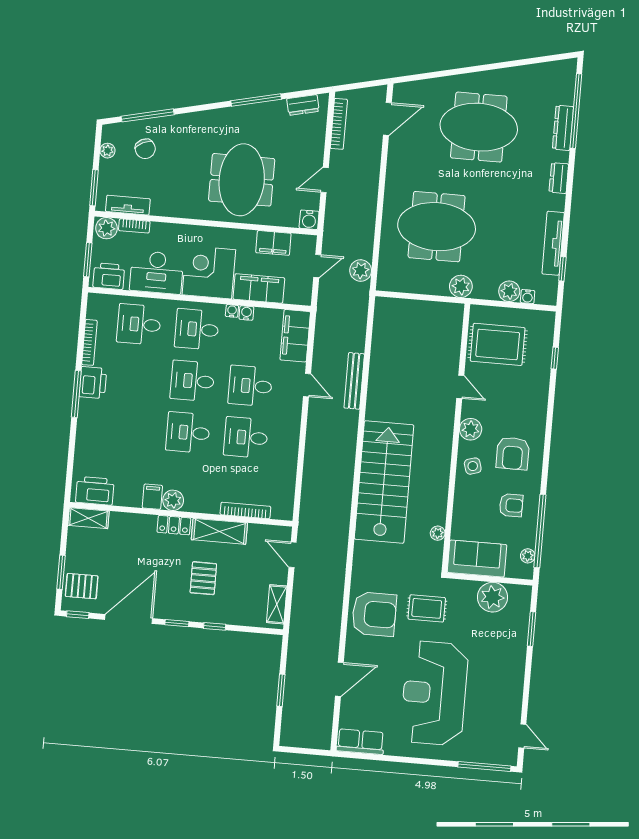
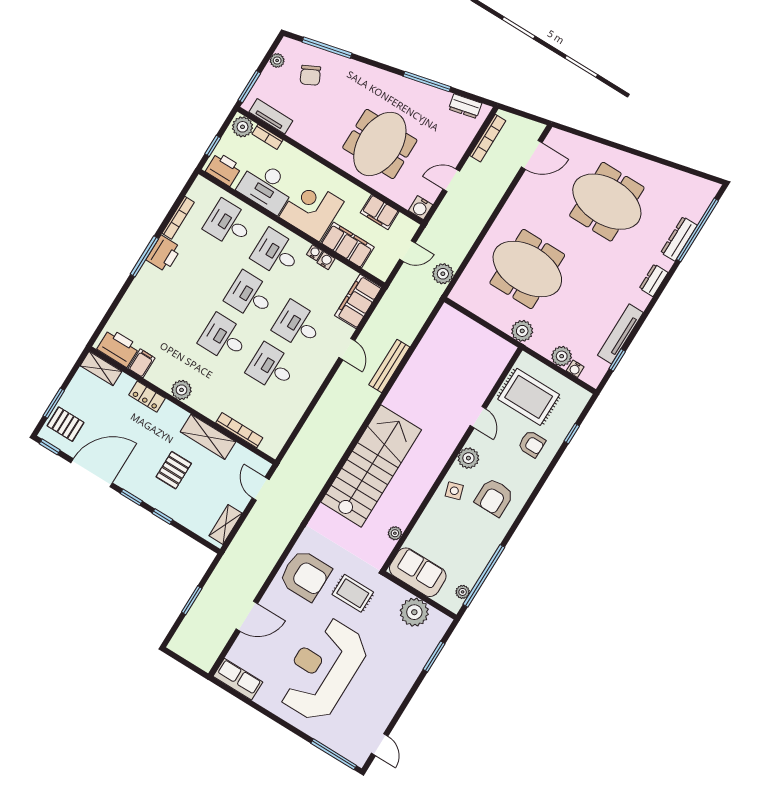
window: (88, 260) -> (213, 146), width x0.67
filing cabinet: (152, 497) -> (142, 363), moved
armchair: (511, 505) -> (532, 444), moved
locker: (174, 525) -> (147, 397), moved

